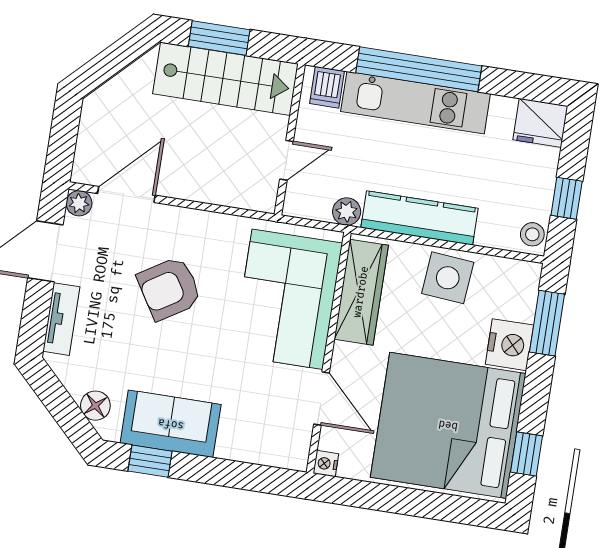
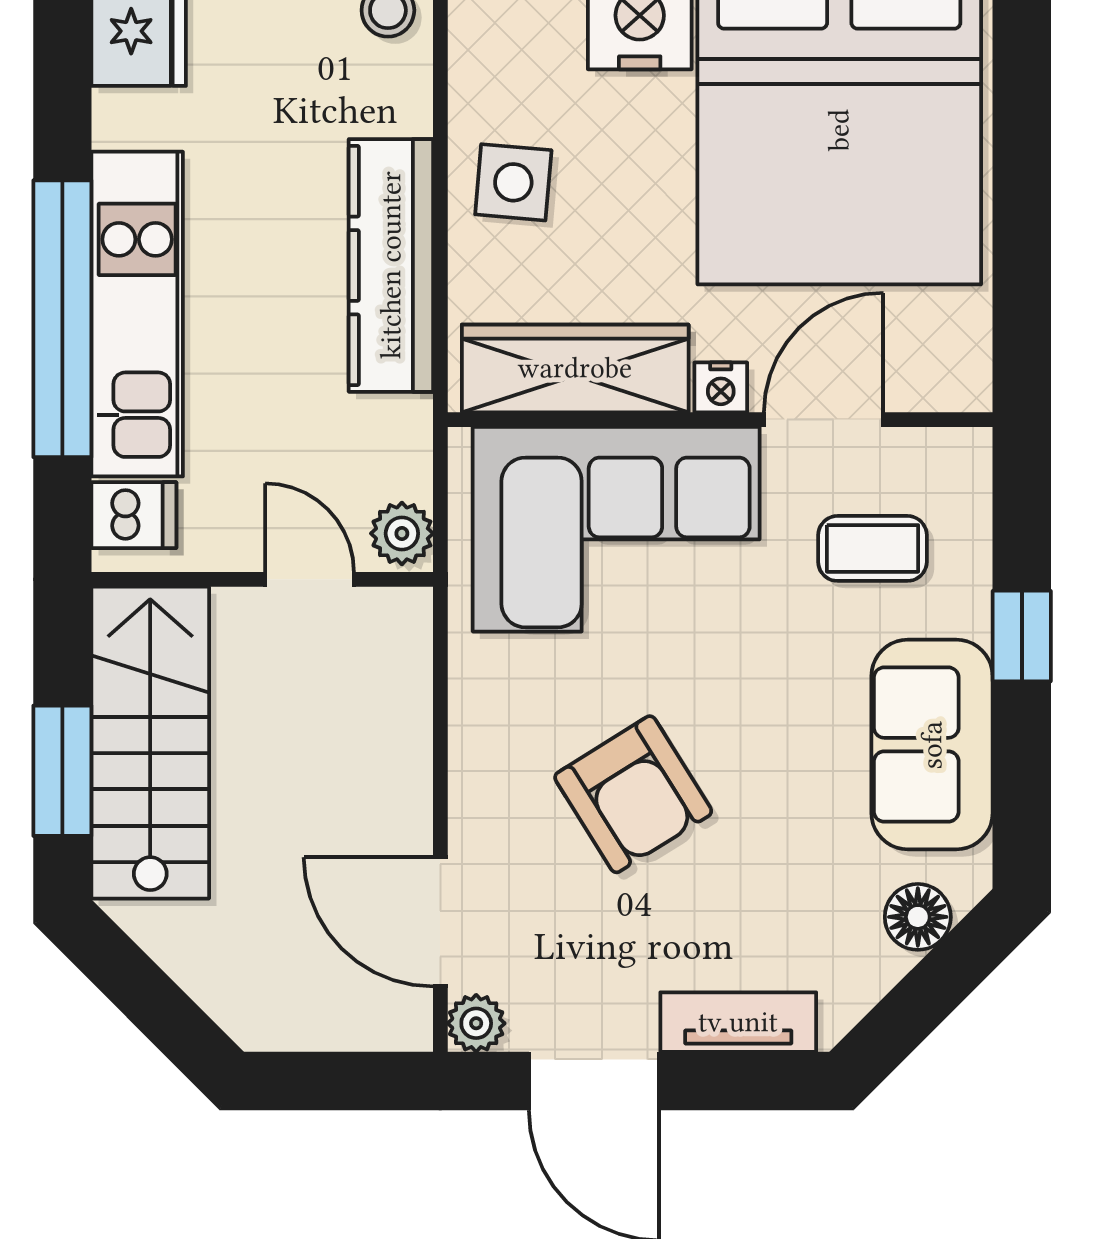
plant: (347, 212) -> (402, 533), moved
side table: (448, 278) -> (513, 182), width x0.73, depth x0.73
coffee table: (261, 411) -> (872, 548), added
window: (150, 461) -> (1022, 636), moved
nightstand: (326, 464) -> (721, 387), moved

